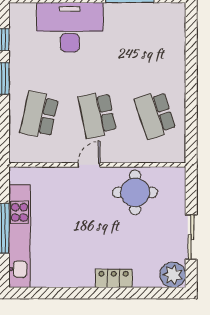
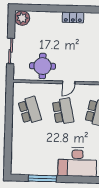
sliding door: (191, 237) -> (11, 51), moved
locker: (114, 278) -> (73, 17), moved

